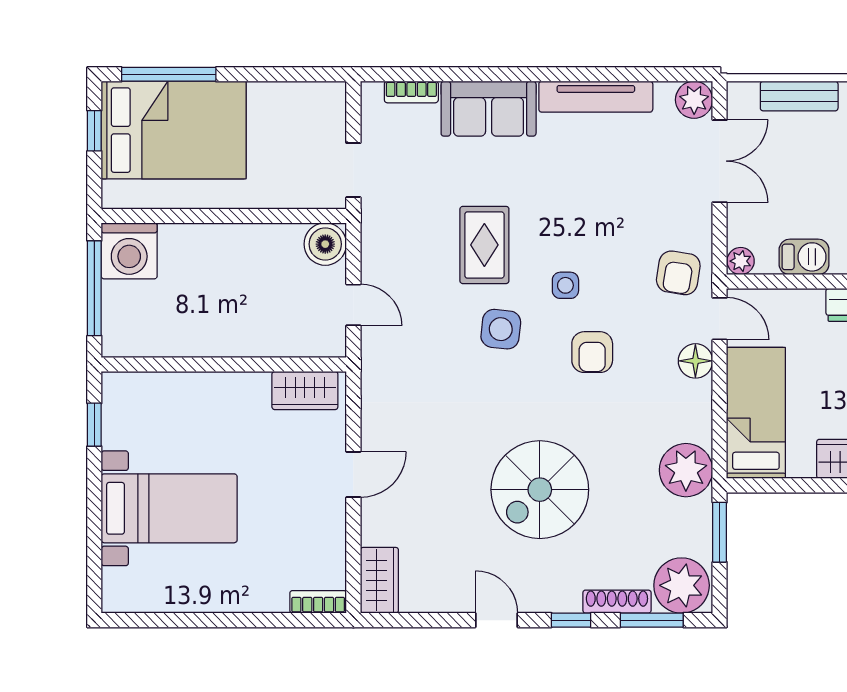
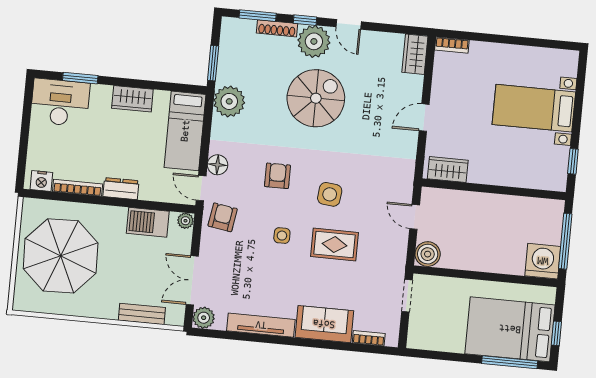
rug: (484, 245) -> (334, 245), turned 90
barbecue: (804, 257) -> (148, 222), width x1.38, depth x1.27
side table: (565, 285) -> (282, 236), moved
plant: (682, 585) -> (314, 41), moved

